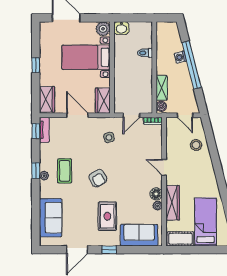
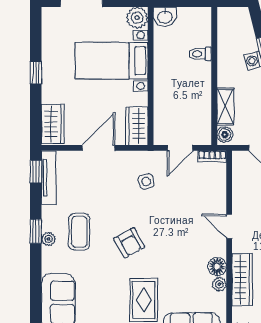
door: (77, 115) -> (99, 148), hinge flipped
tv unit: (44, 130) -> (49, 178), width x1.41

